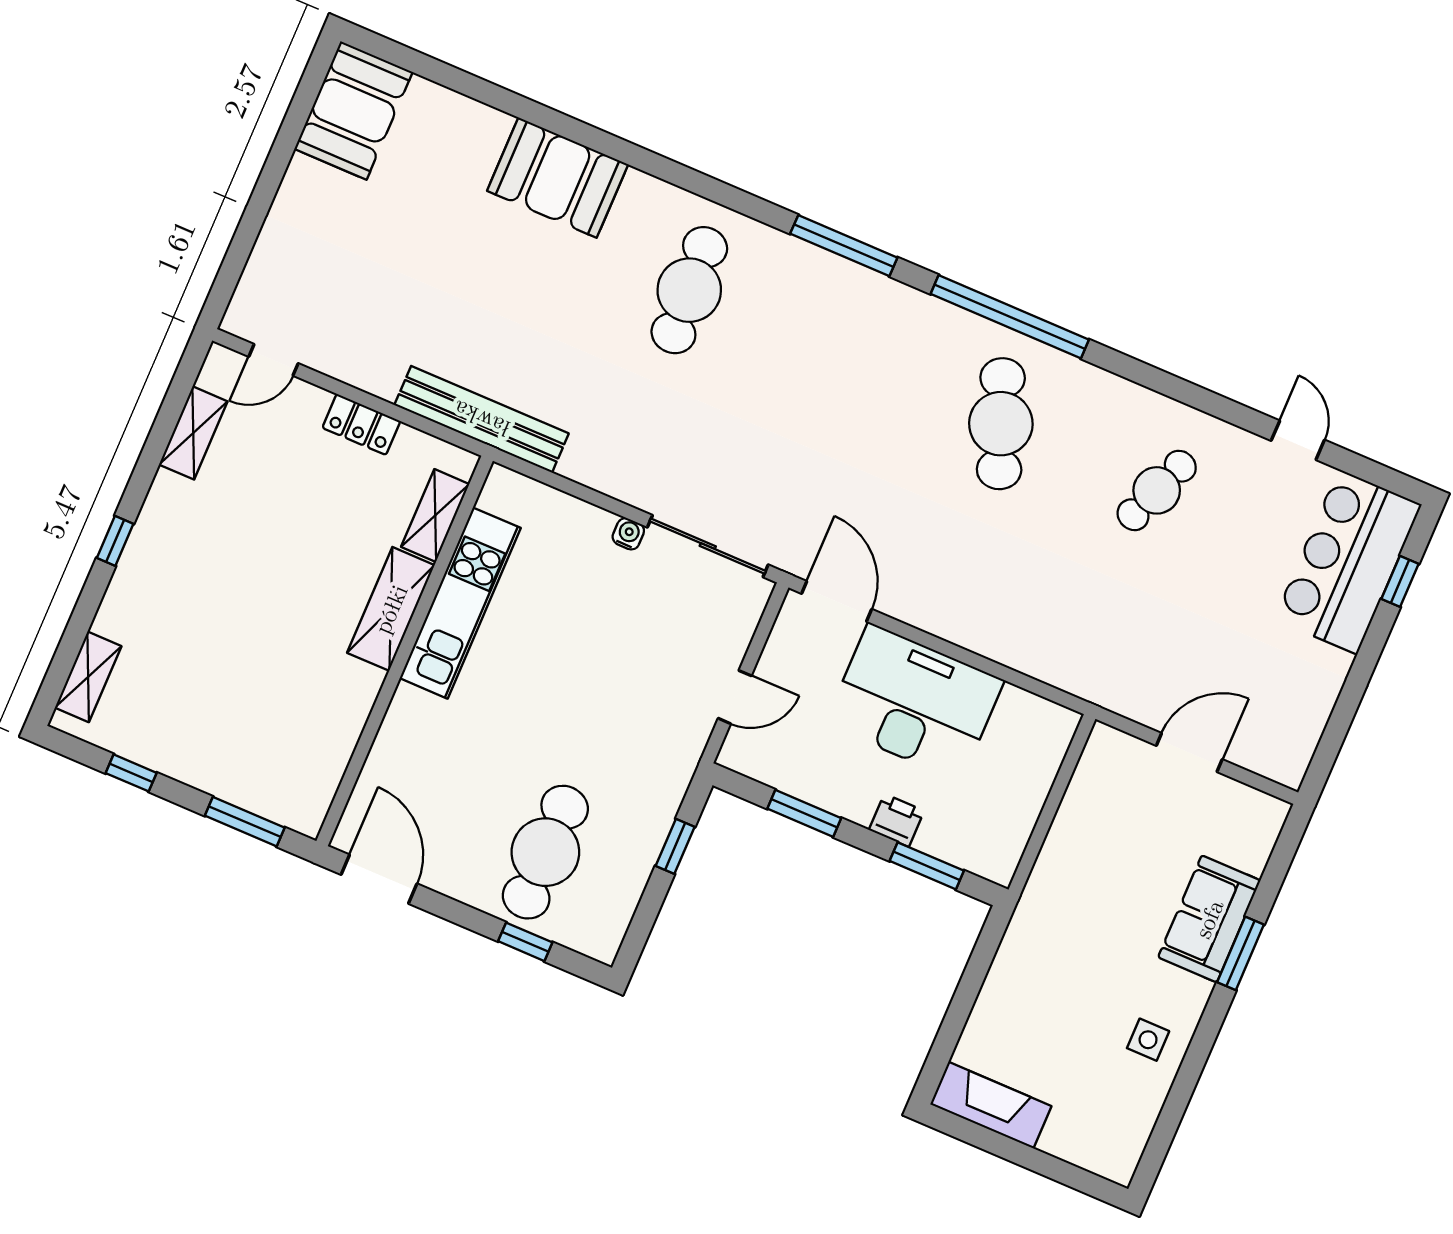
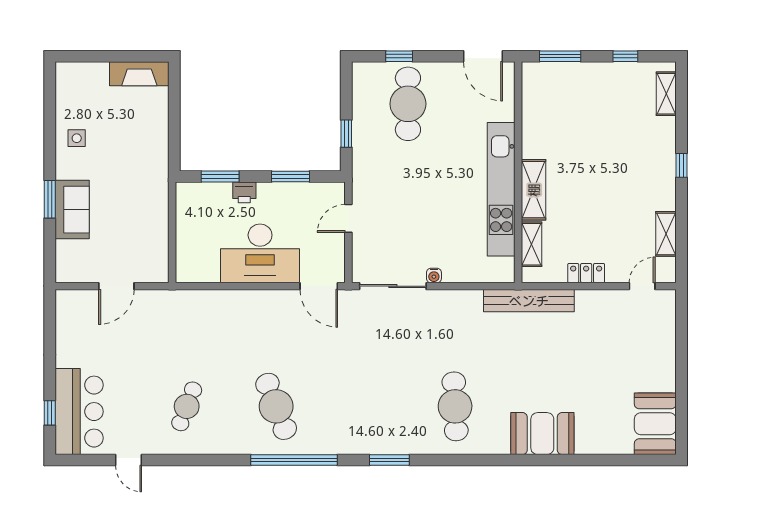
window: (844, 246) -> (389, 460), width x0.69
kitchen unit: (460, 603) -> (501, 189), width x1.36

